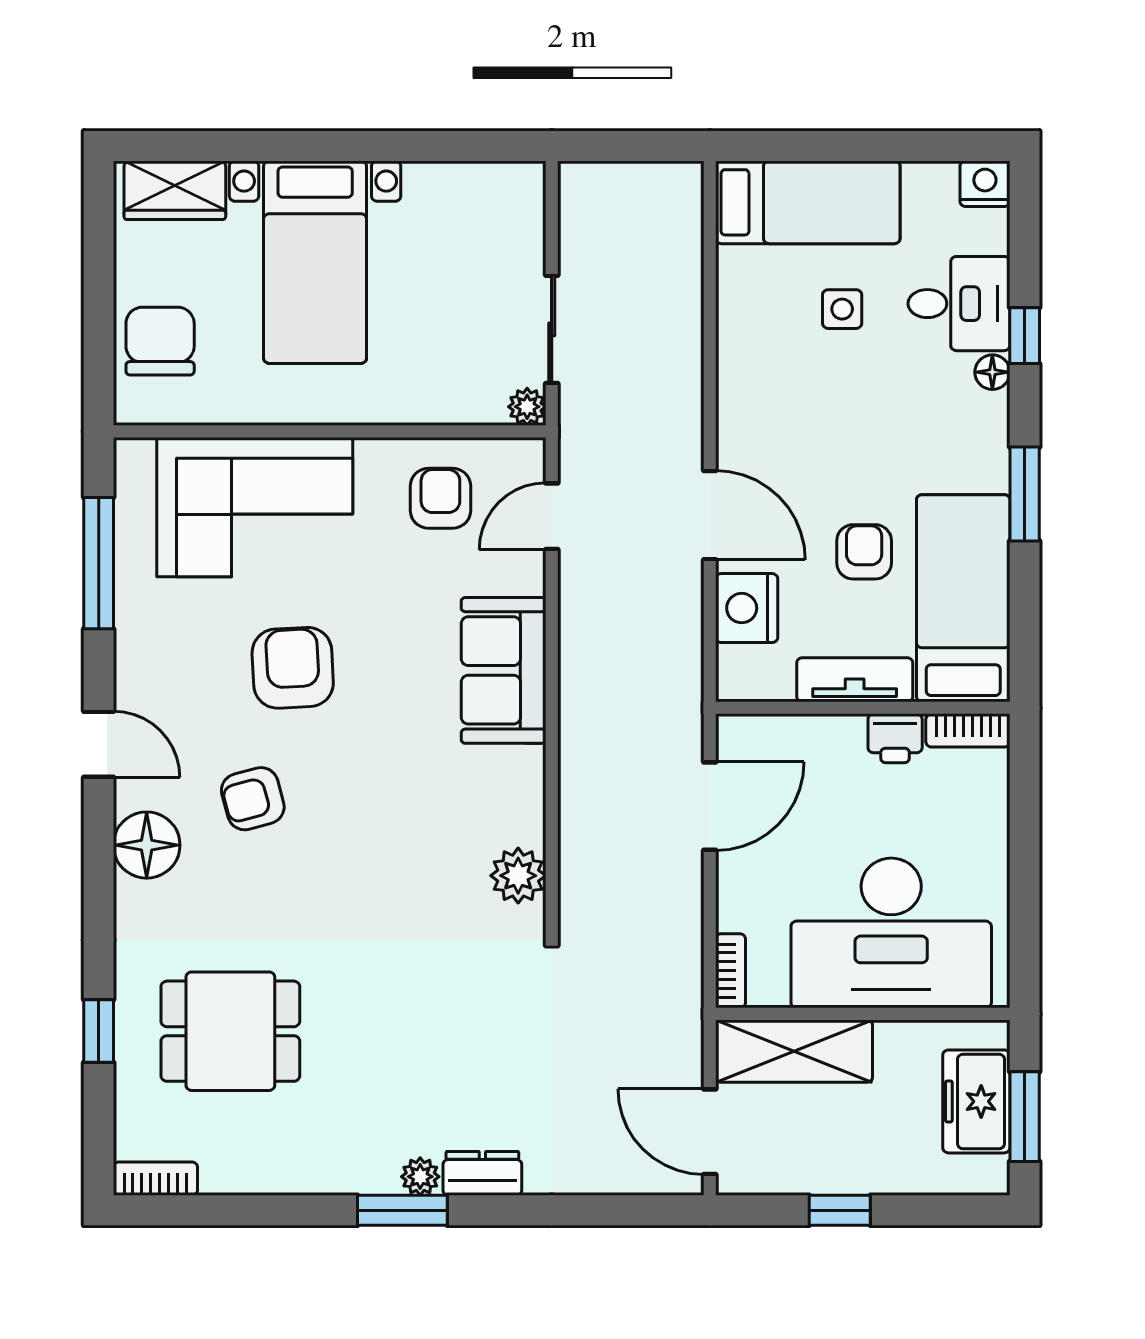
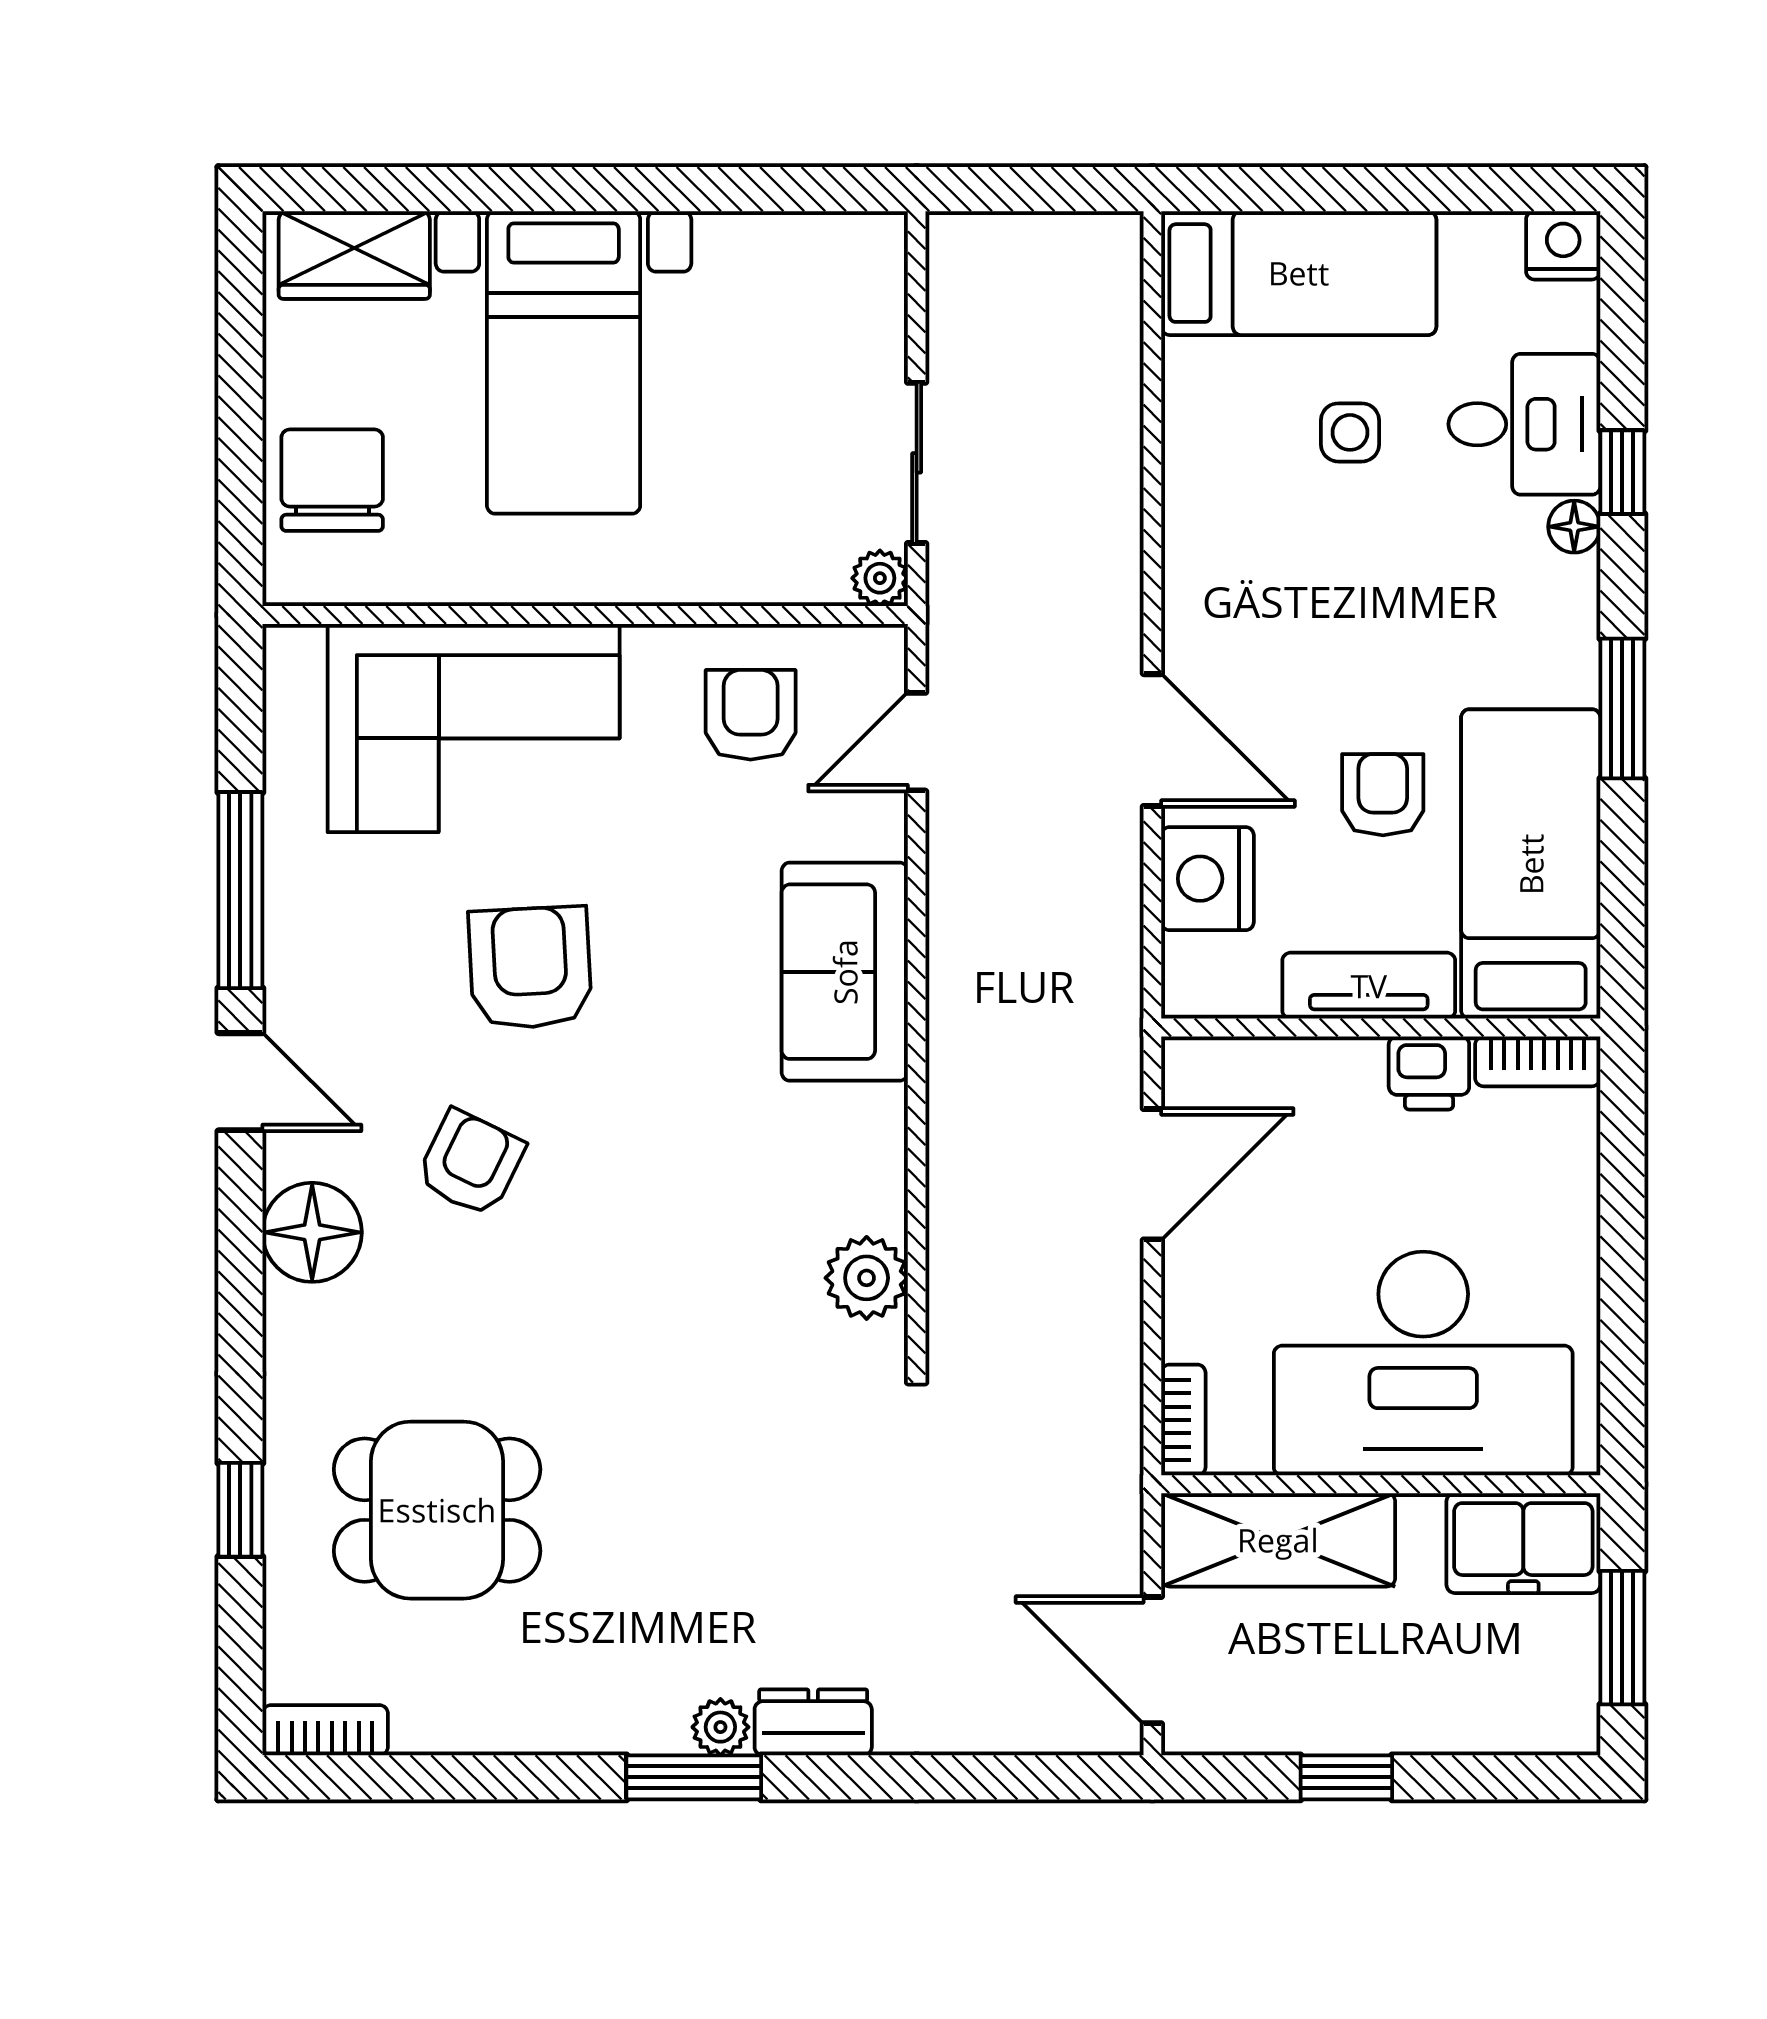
window: (99, 563) -> (240, 890), moved
armchair: (253, 799) -> (471, 1163), turned 131
freezer: (976, 1101) -> (1523, 1543), moved, turned -90

